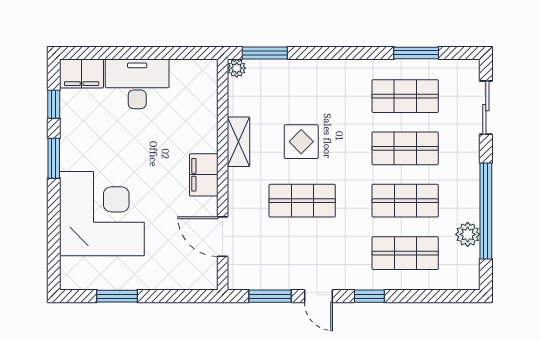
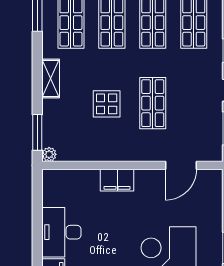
shelving: (239, 142) -> (51, 79), moved, turned 90
filing cabinet: (204, 175) -> (117, 180), moved

